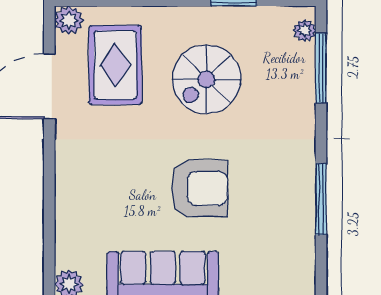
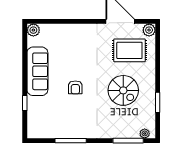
spiral stairs: (206, 79) -> (123, 90), turned 180
armchair: (200, 188) -> (75, 87), width x0.53, depth x0.53

